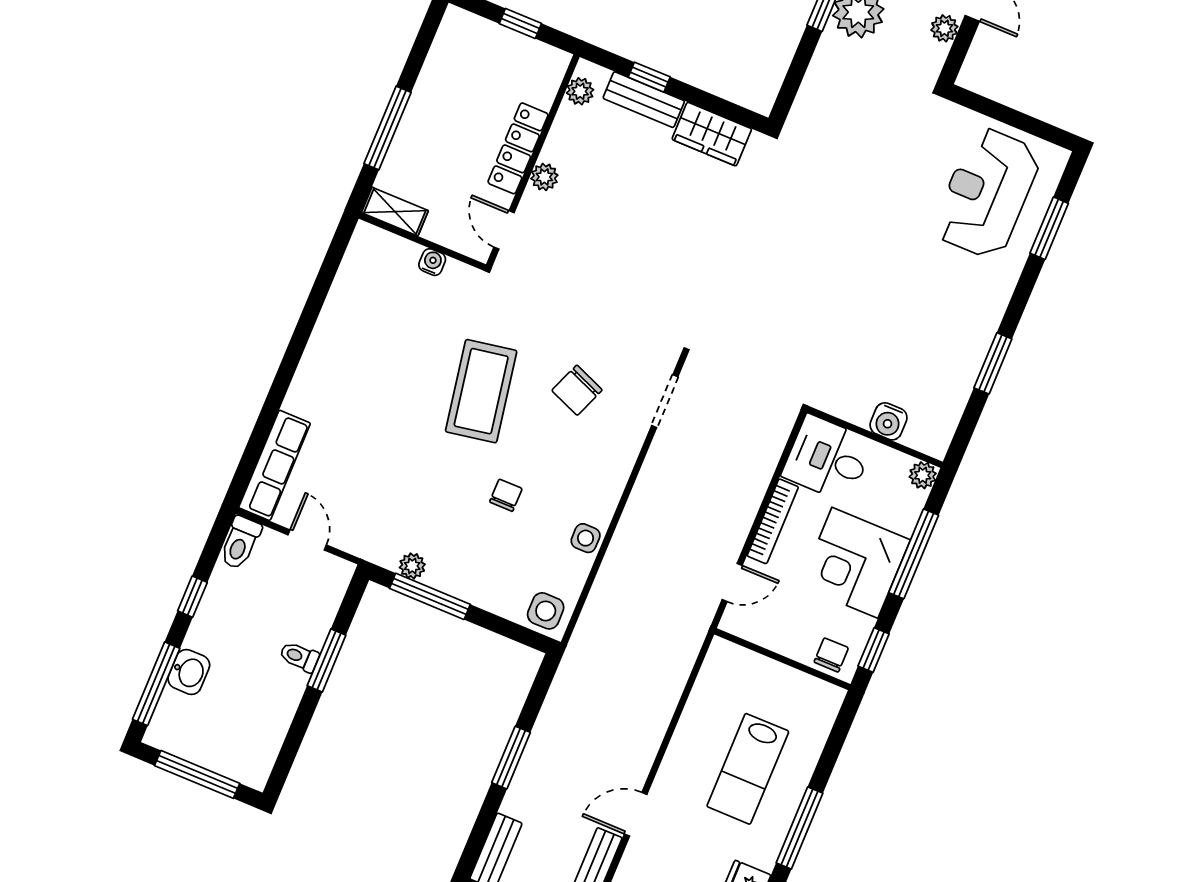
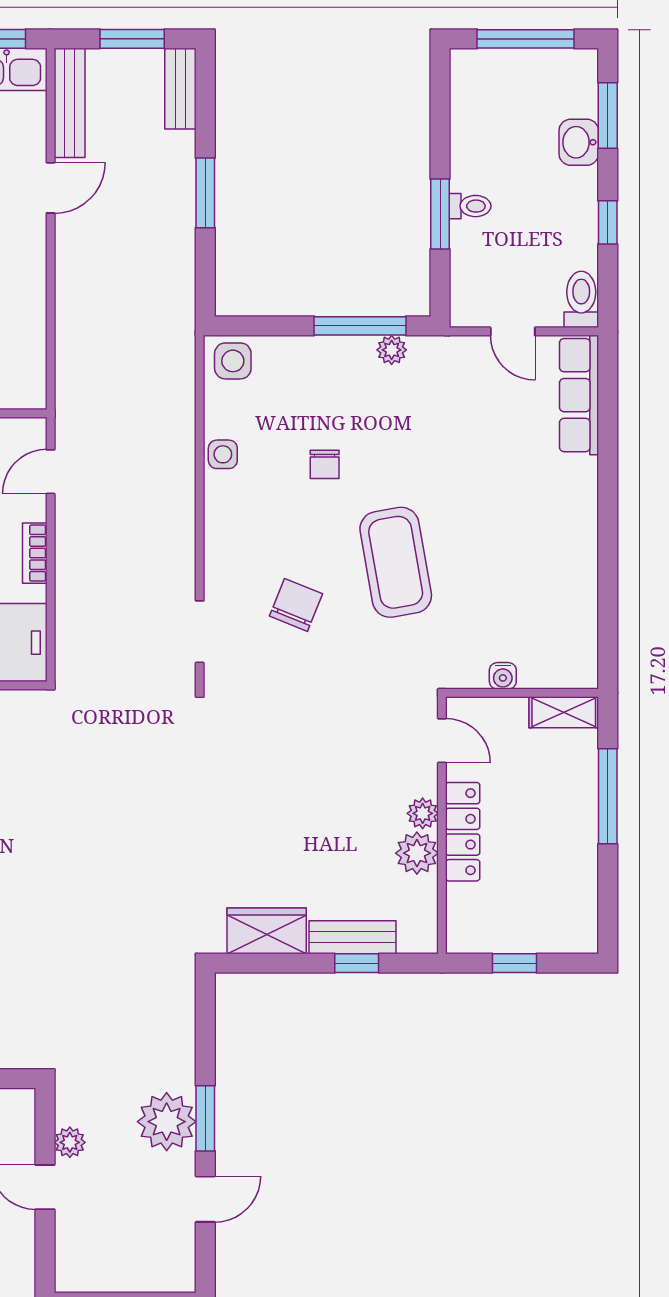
plant: (580, 91) -> (417, 853), moved, width x1.38, depth x1.38
bookcase: (773, 521) -> (35, 553), width x0.64
window: (156, 684) -> (608, 116), width x0.69

